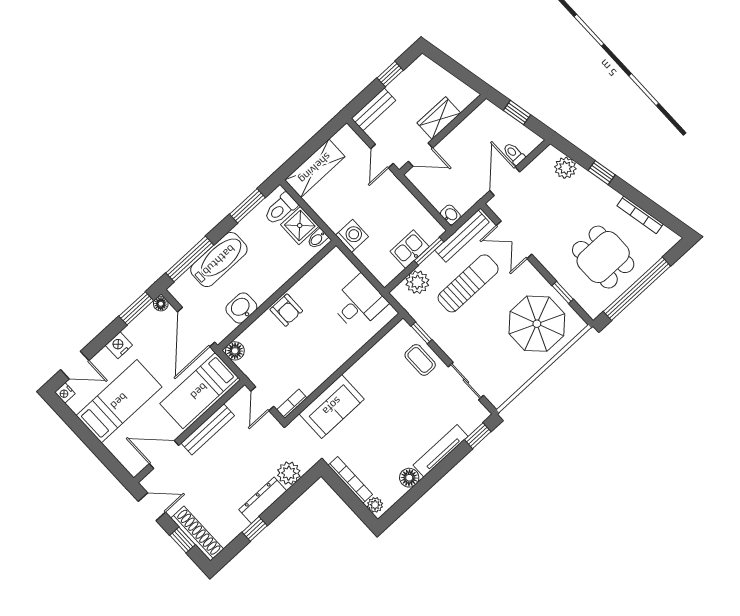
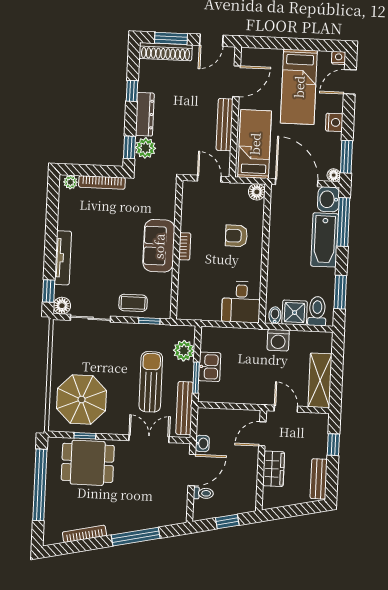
window: (390, 74) -> (333, 445), moved
bench: (373, 109) -> (319, 479), moved
shelving: (315, 168) -> (320, 380), moved
plant: (565, 168) -> (162, 517), removed
window: (602, 173) -> (136, 537), width x2.17
door: (505, 181) -> (192, 470), hinge flipped
washbasin: (450, 215) -> (202, 443), moved, turned -90
washing machine: (352, 236) -> (278, 340), moved
dining table: (603, 257) -> (88, 463), moved
sun lounger: (468, 283) -> (151, 382), turned 180
desk: (359, 303) -> (241, 302), moved
washbasin: (241, 308) -> (328, 199), moved, turned 180
armchair: (286, 310) -> (236, 236), moved
bookcase: (292, 404) -> (185, 246), moved
sofa: (332, 406) -> (159, 246), moved
floor lamp: (409, 478) -> (62, 306), moved
window: (301, 486) -> (129, 147), added
window: (182, 540) -> (171, 38), width x1.50

